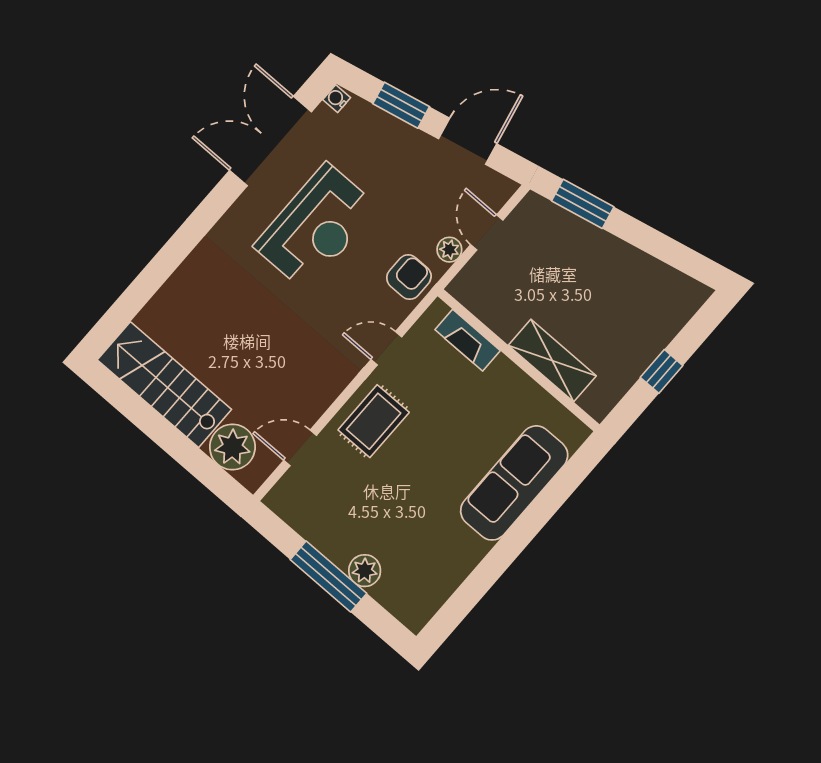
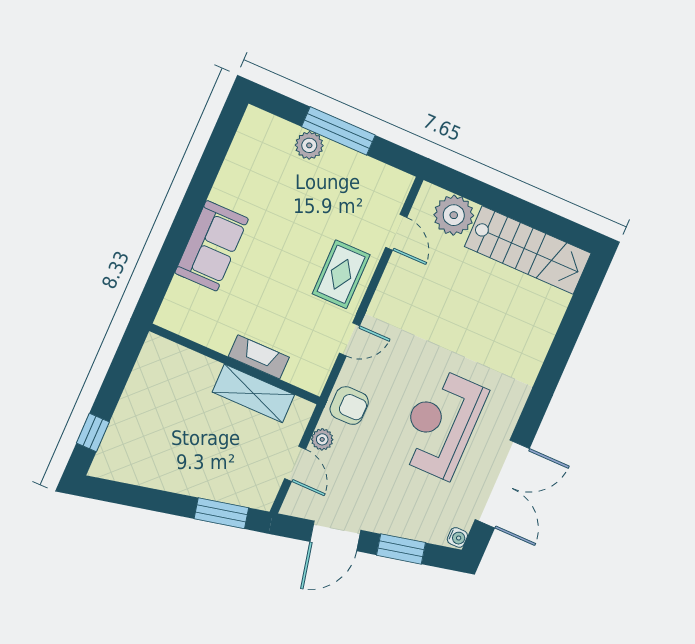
armchair: (409, 277) -> (349, 406), turned -90
fireplace: (468, 340) -> (259, 357), moved
shelving: (552, 361) -> (253, 393), moved
window: (662, 371) -> (93, 432), moved
door: (300, 448) -> (396, 232), hinge flipped
sofa: (514, 483) -> (212, 246), width x0.73

